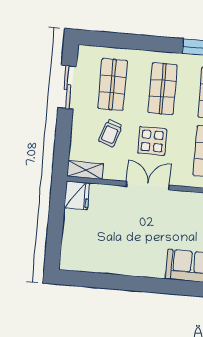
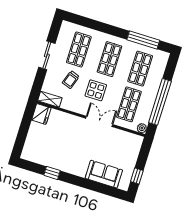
sliding door: (67, 87) -> (47, 55), moved
double door: (148, 186) -> (99, 121), moved
window: (113, 282) -> (52, 173), added

